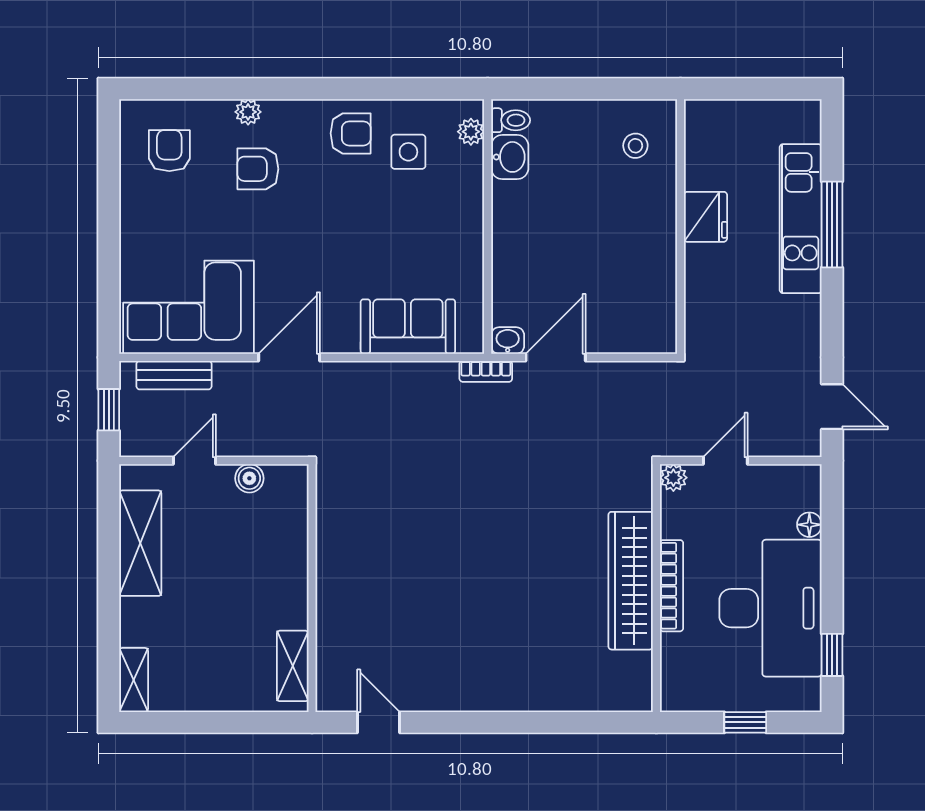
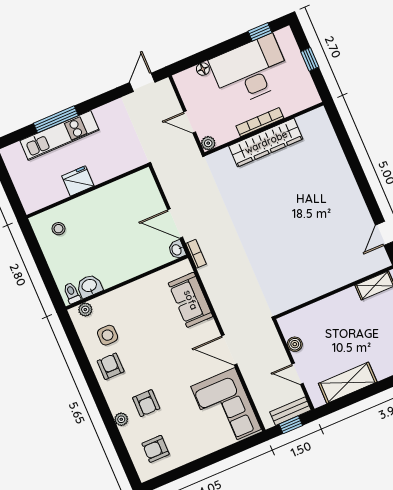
bench: (174, 375) -> (290, 411), moved, turned 90

